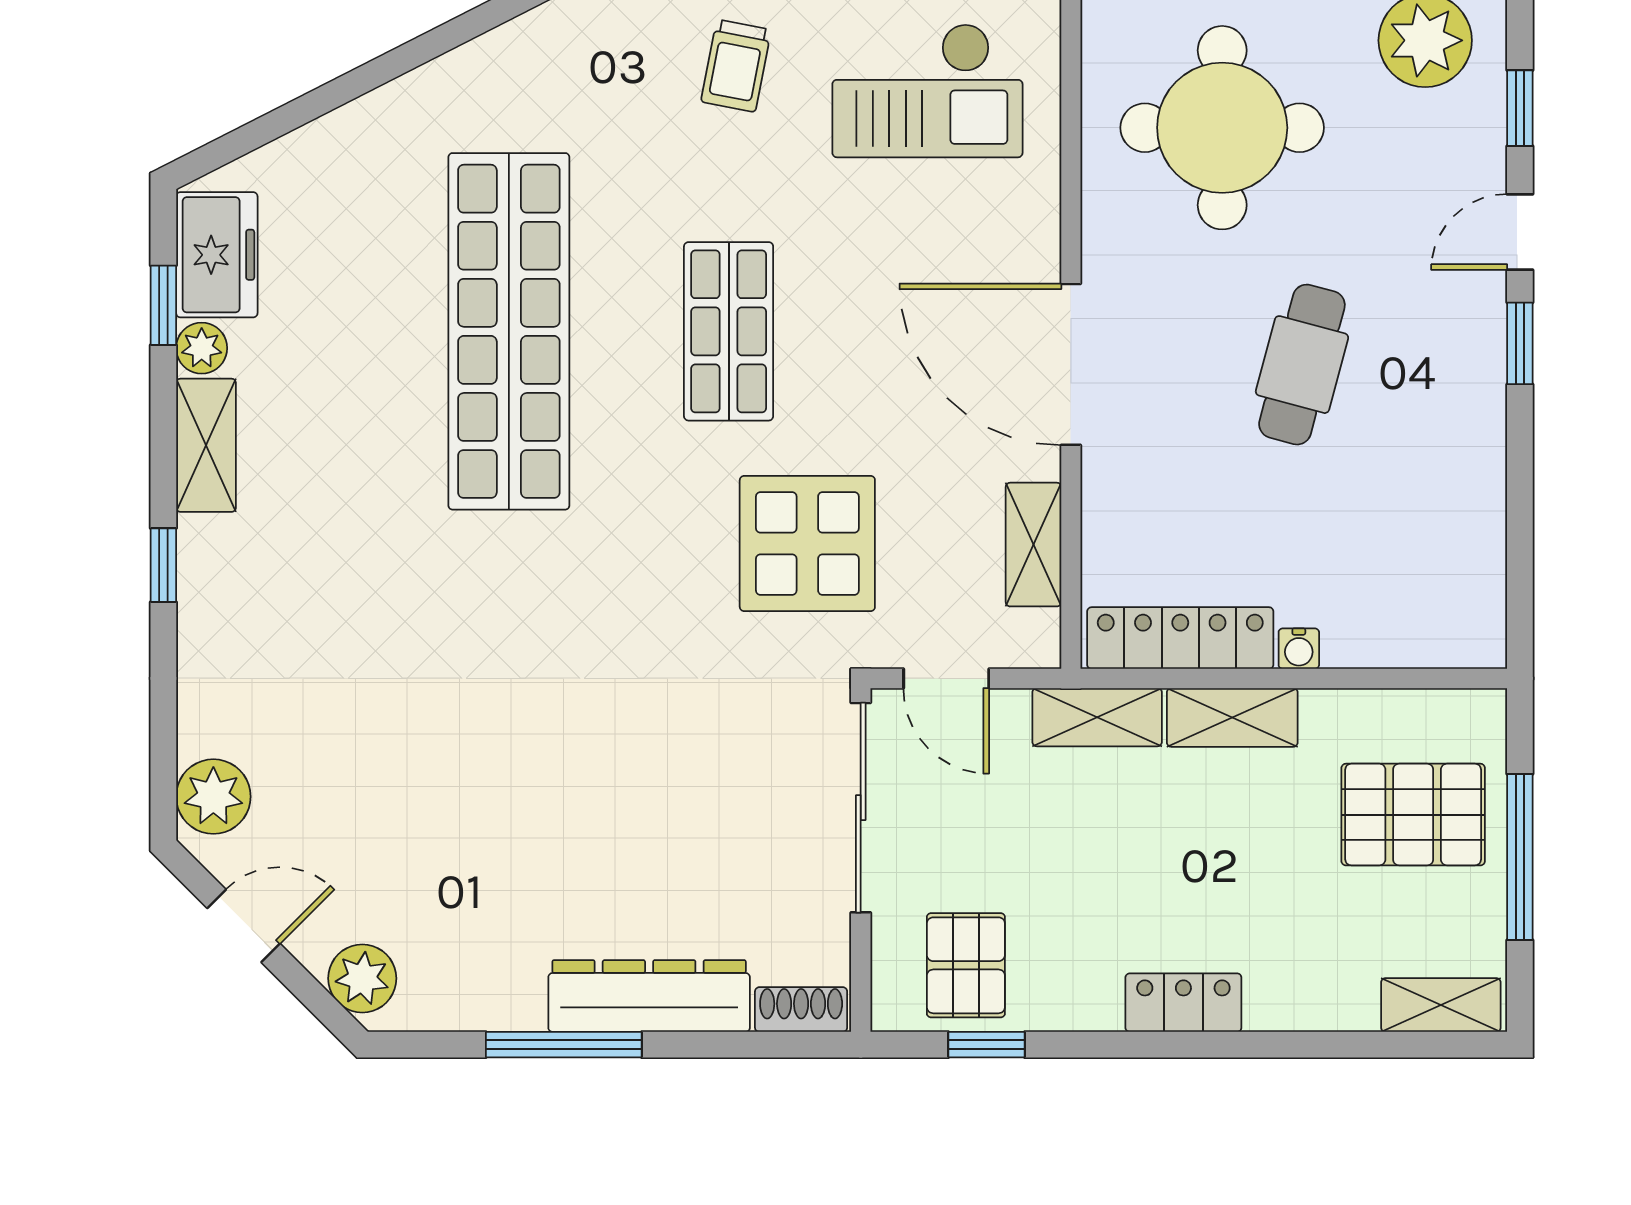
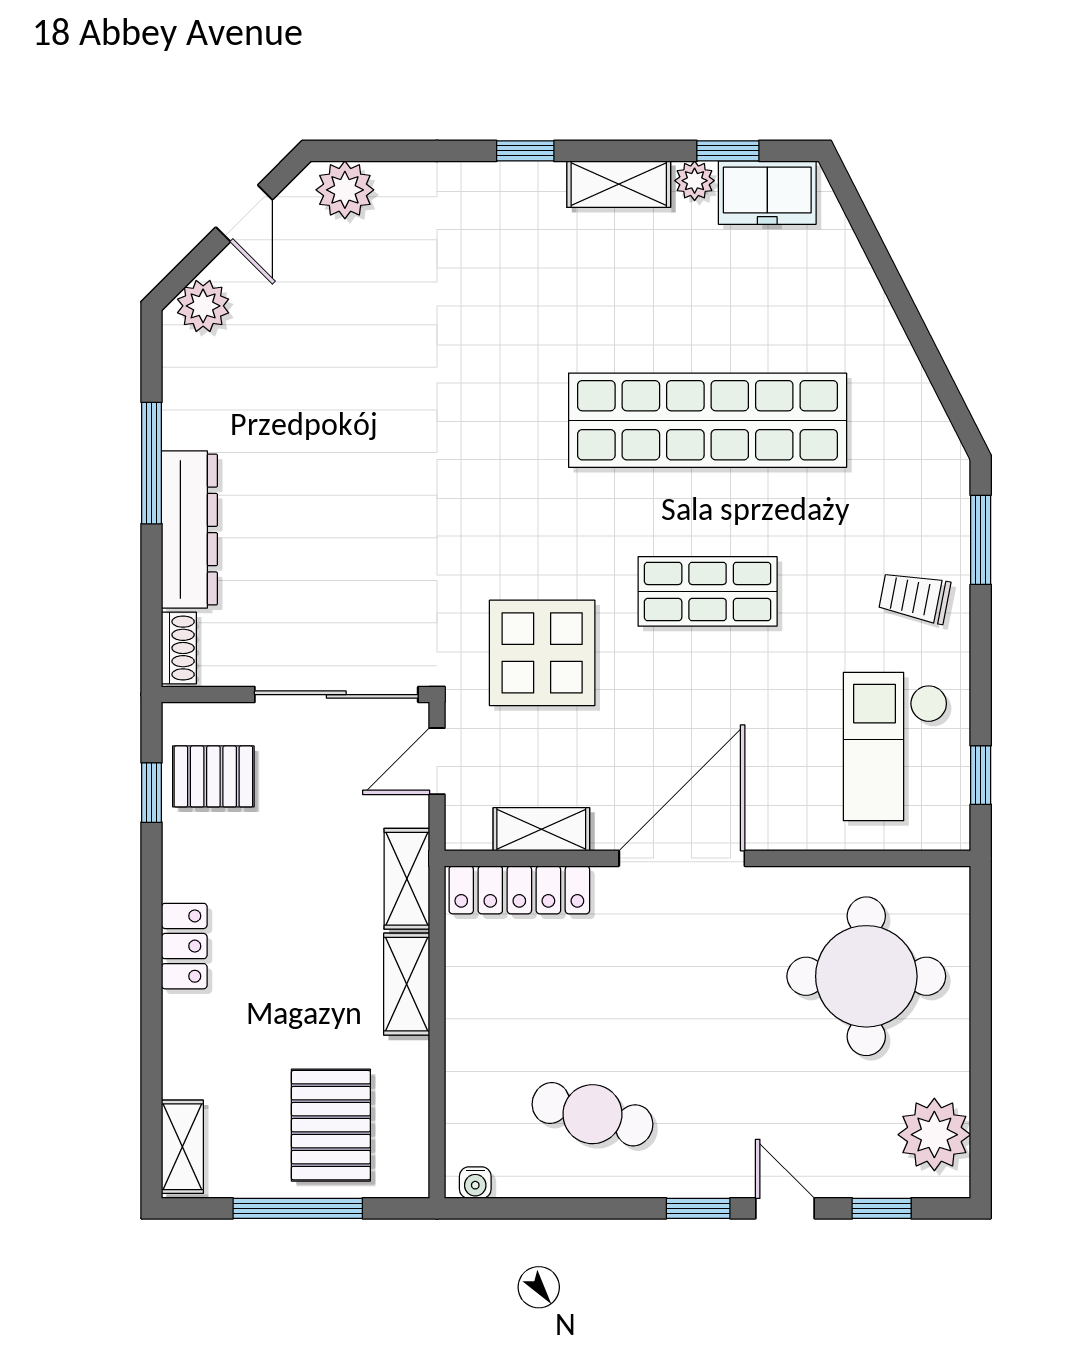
cafe table: (1302, 365) -> (592, 1114), moved
locker: (1180, 638) -> (519, 890), moved, turned 90
water cooler: (1299, 649) -> (475, 1183), moved, turned -90

